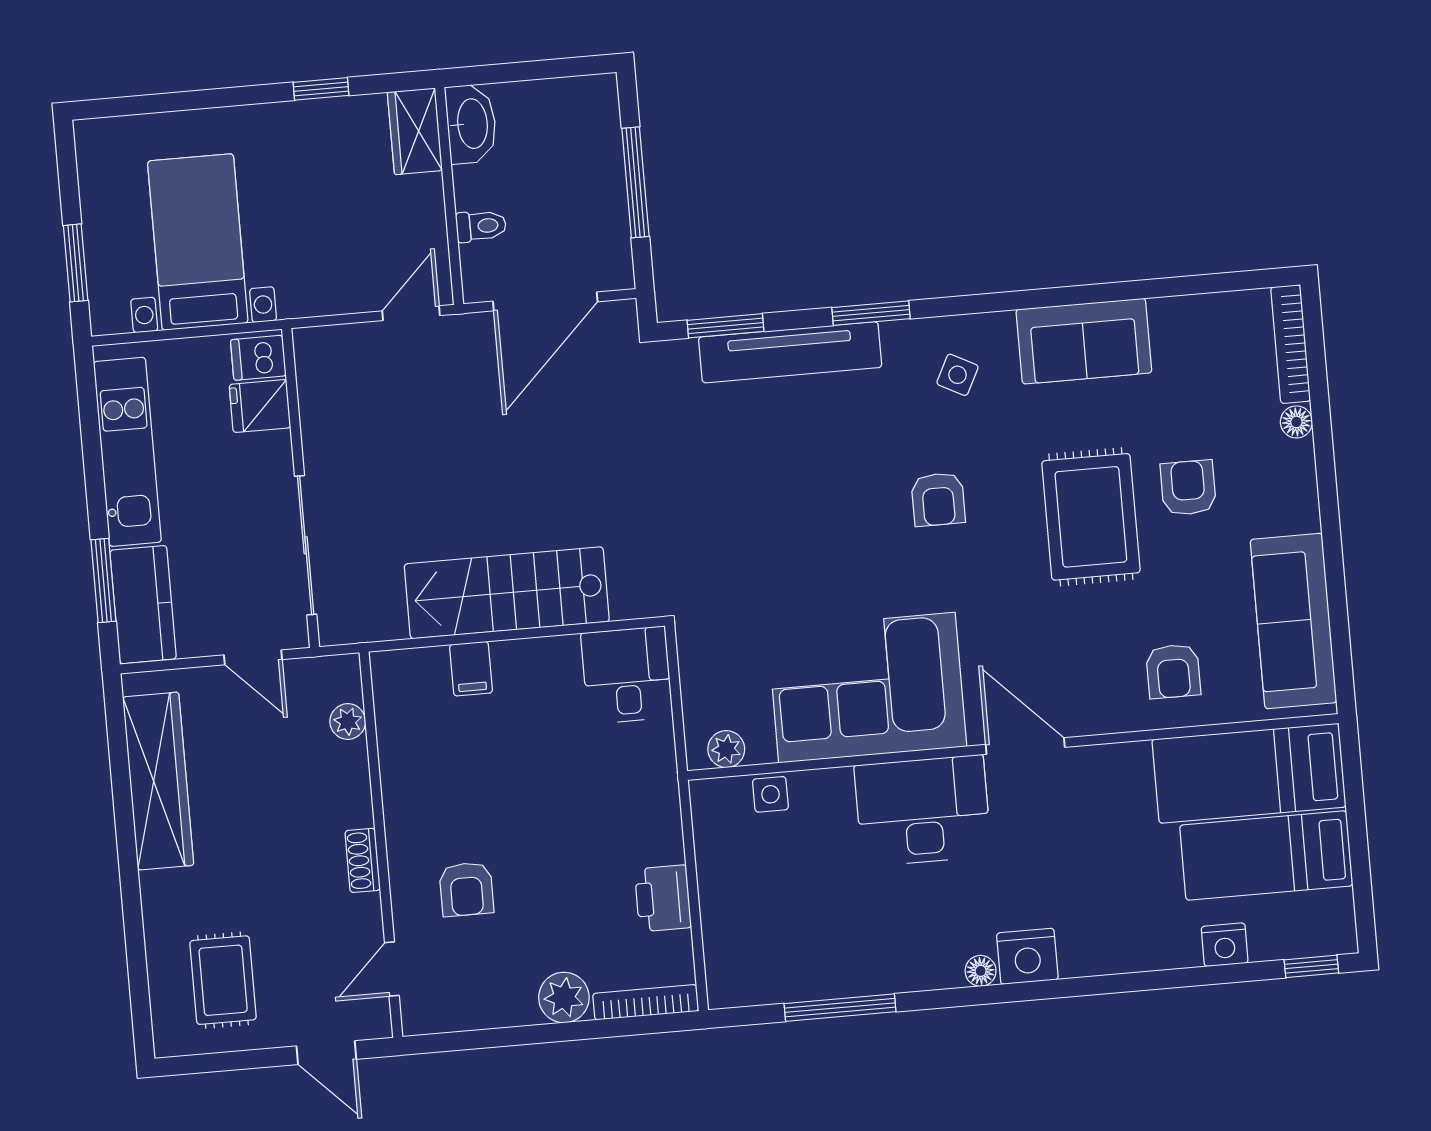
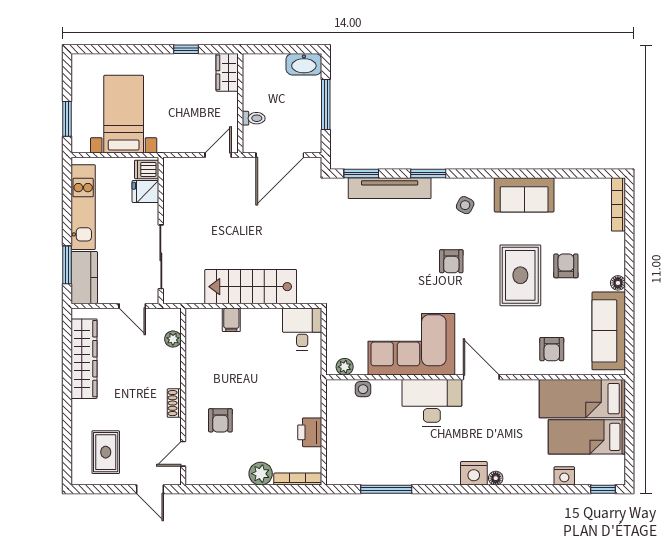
washbasin: (471, 124) -> (304, 64), moved, turned 90
floor lamp: (1296, 422) -> (618, 283), moved
floor lamp: (981, 971) -> (496, 478), moved

